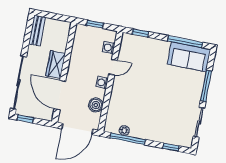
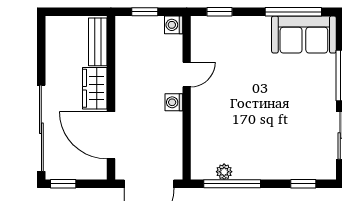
bench: (37, 31) -> (98, 42), moved
washing machine: (109, 48) -> (174, 25), moved
boiler: (96, 105) -> (171, 140), removed

